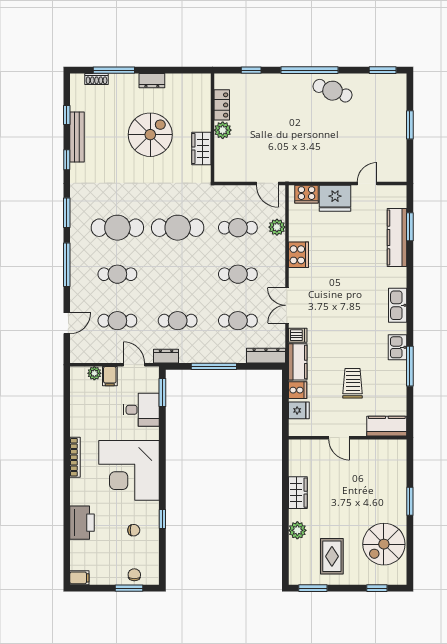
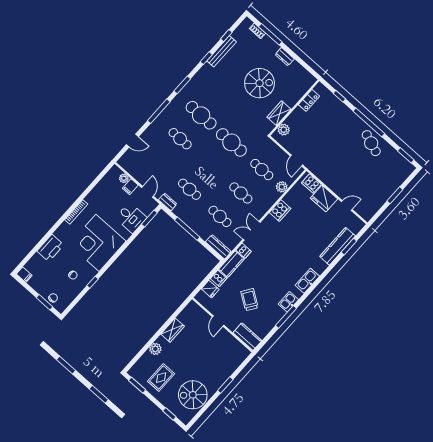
plant: (223, 130) -> (284, 130), moved
cafe table: (117, 321) -> (159, 162), removed
trolley: (353, 383) -> (249, 300), turned -56

